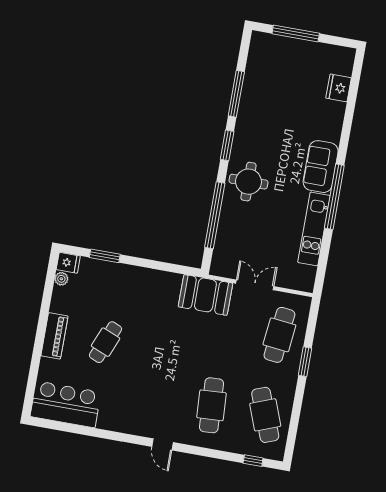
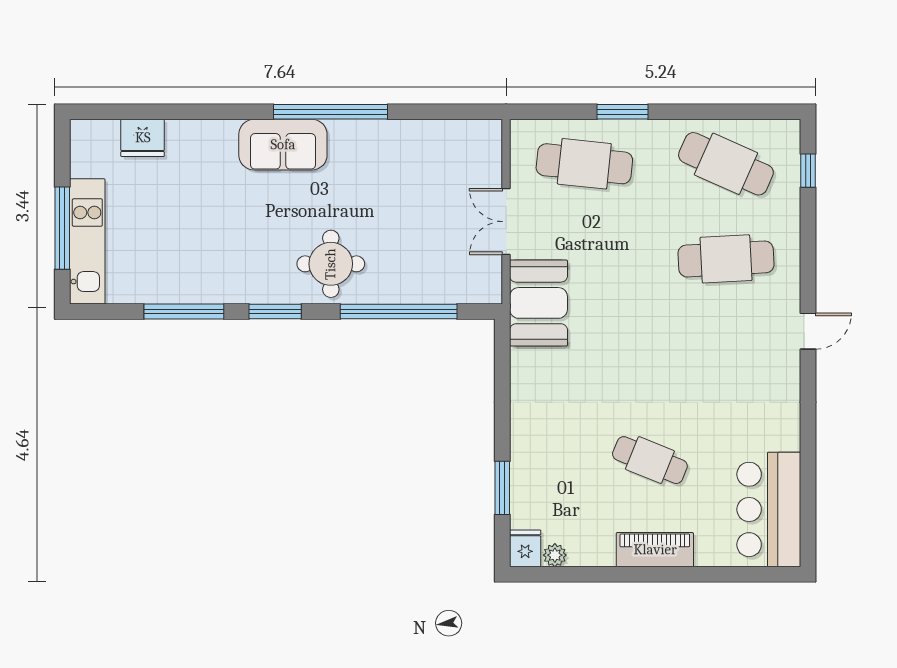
kitchen unit: (314, 229) -> (87, 241), moved, turned -90
cafe table: (265, 415) -> (726, 164), turned 45

